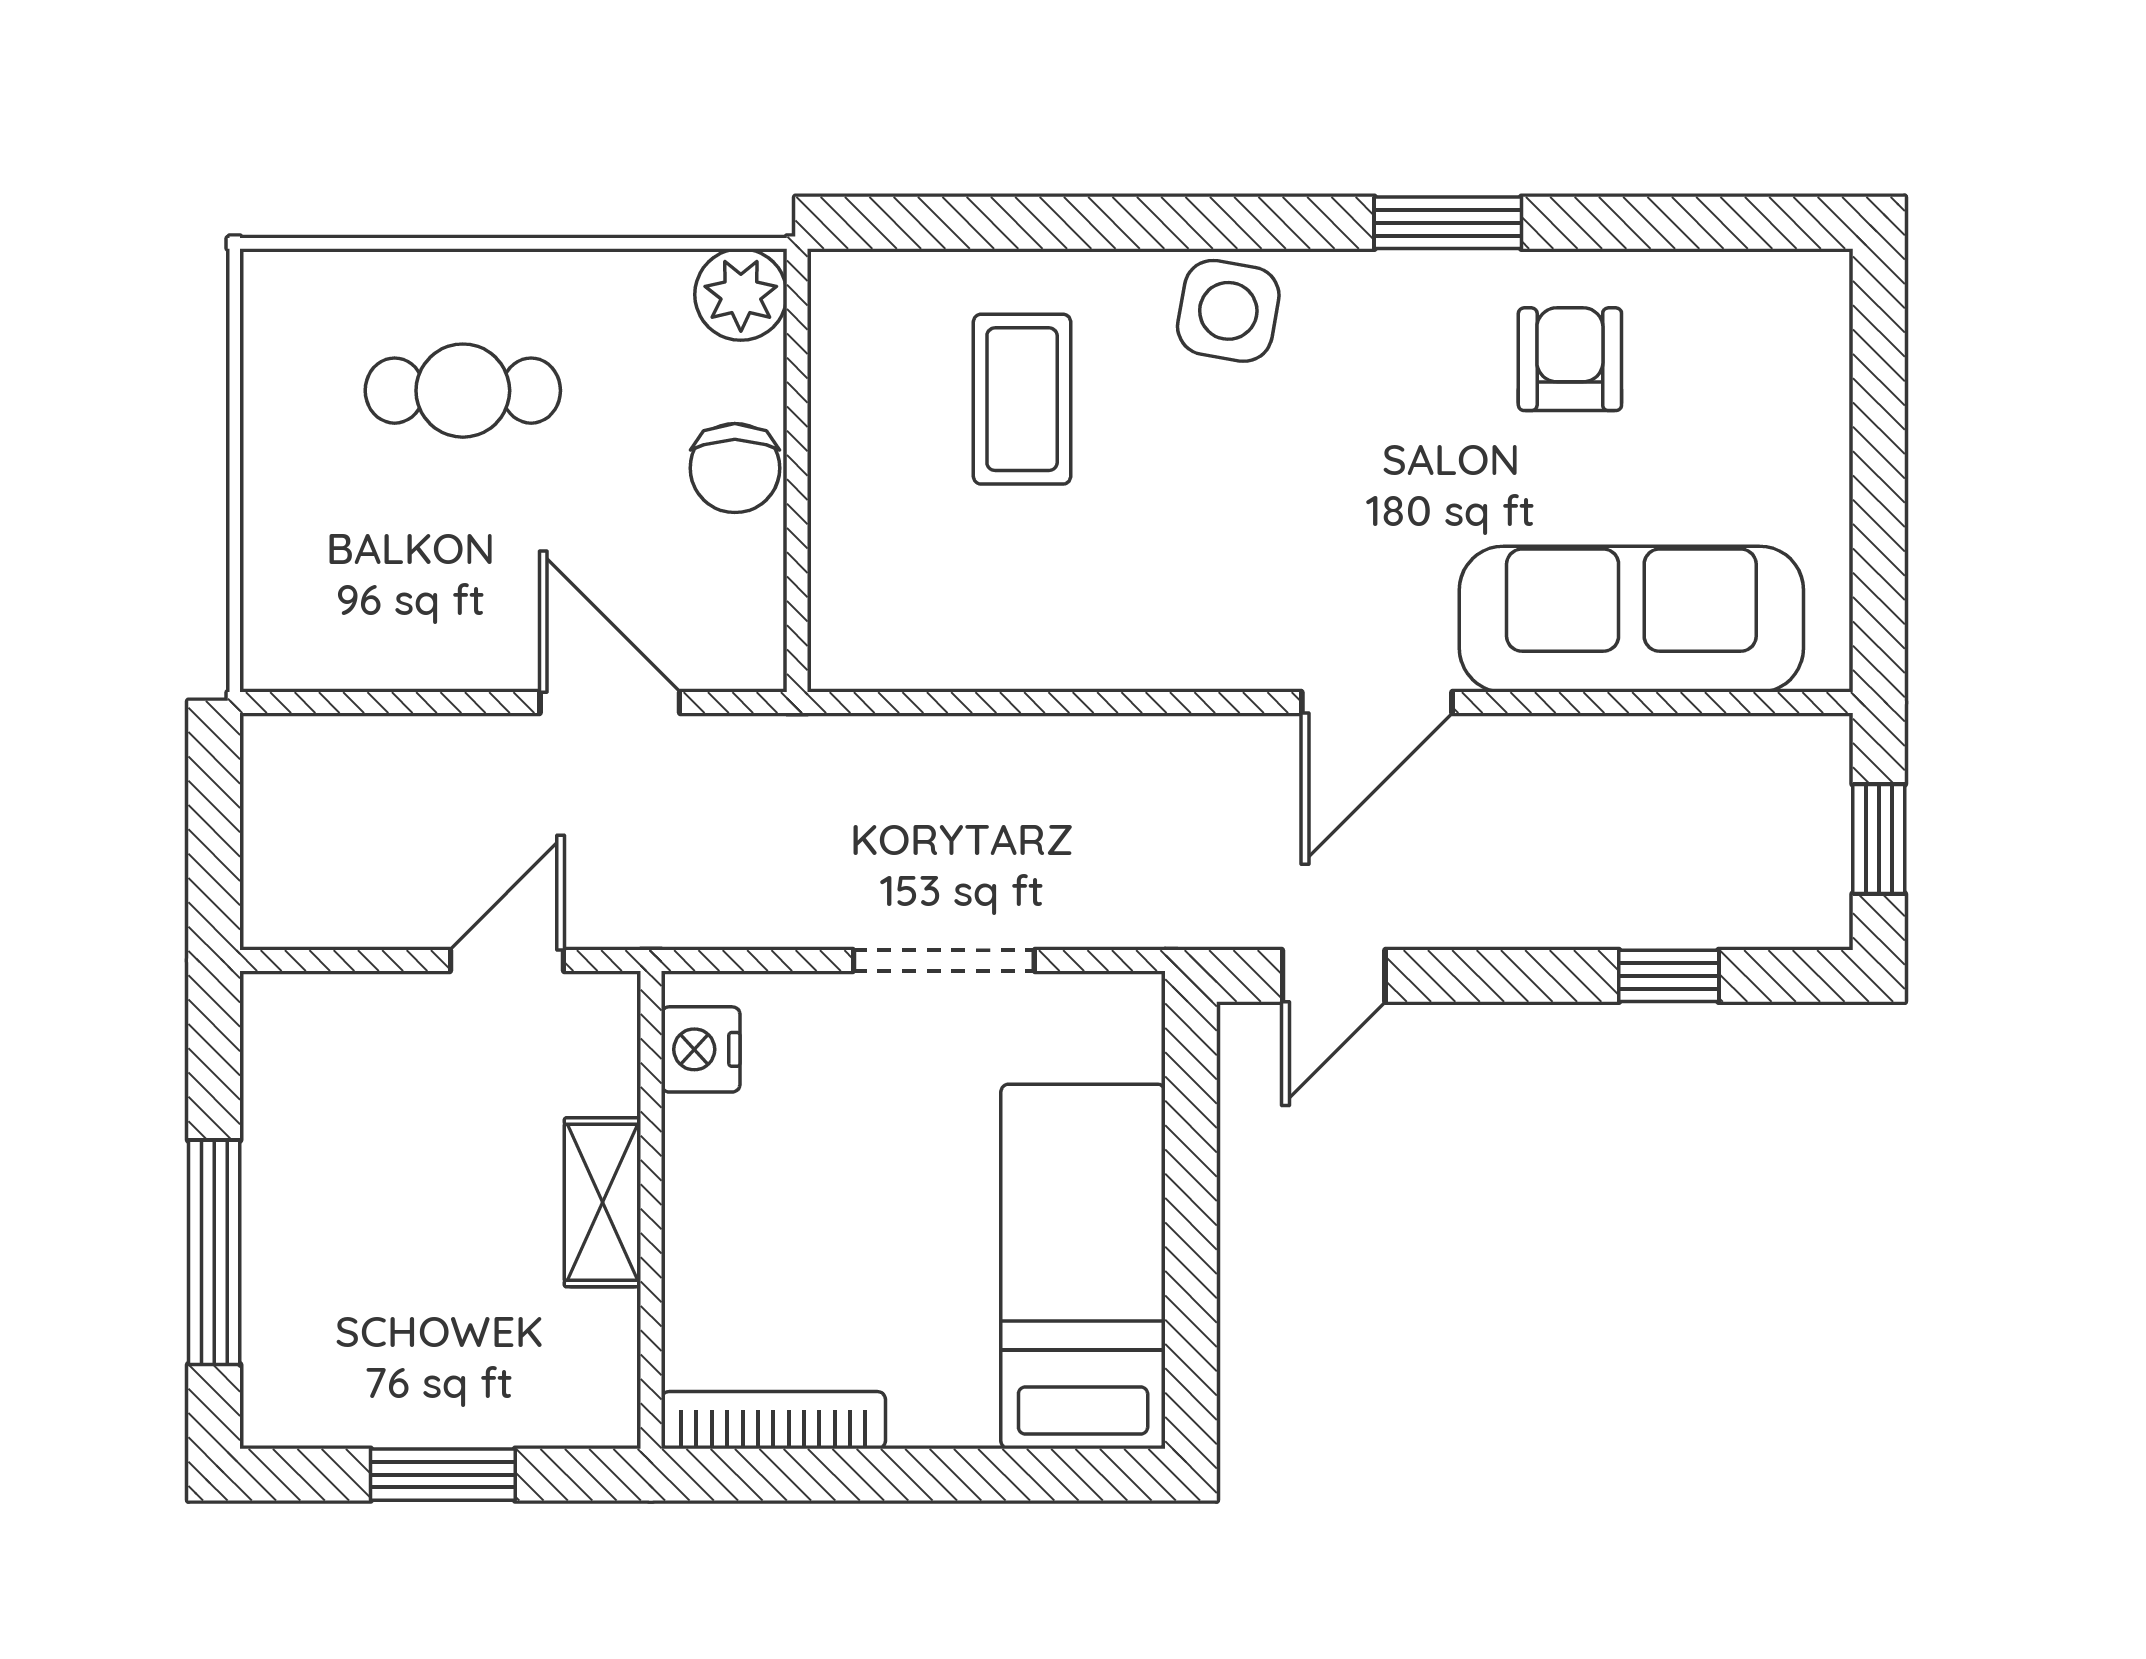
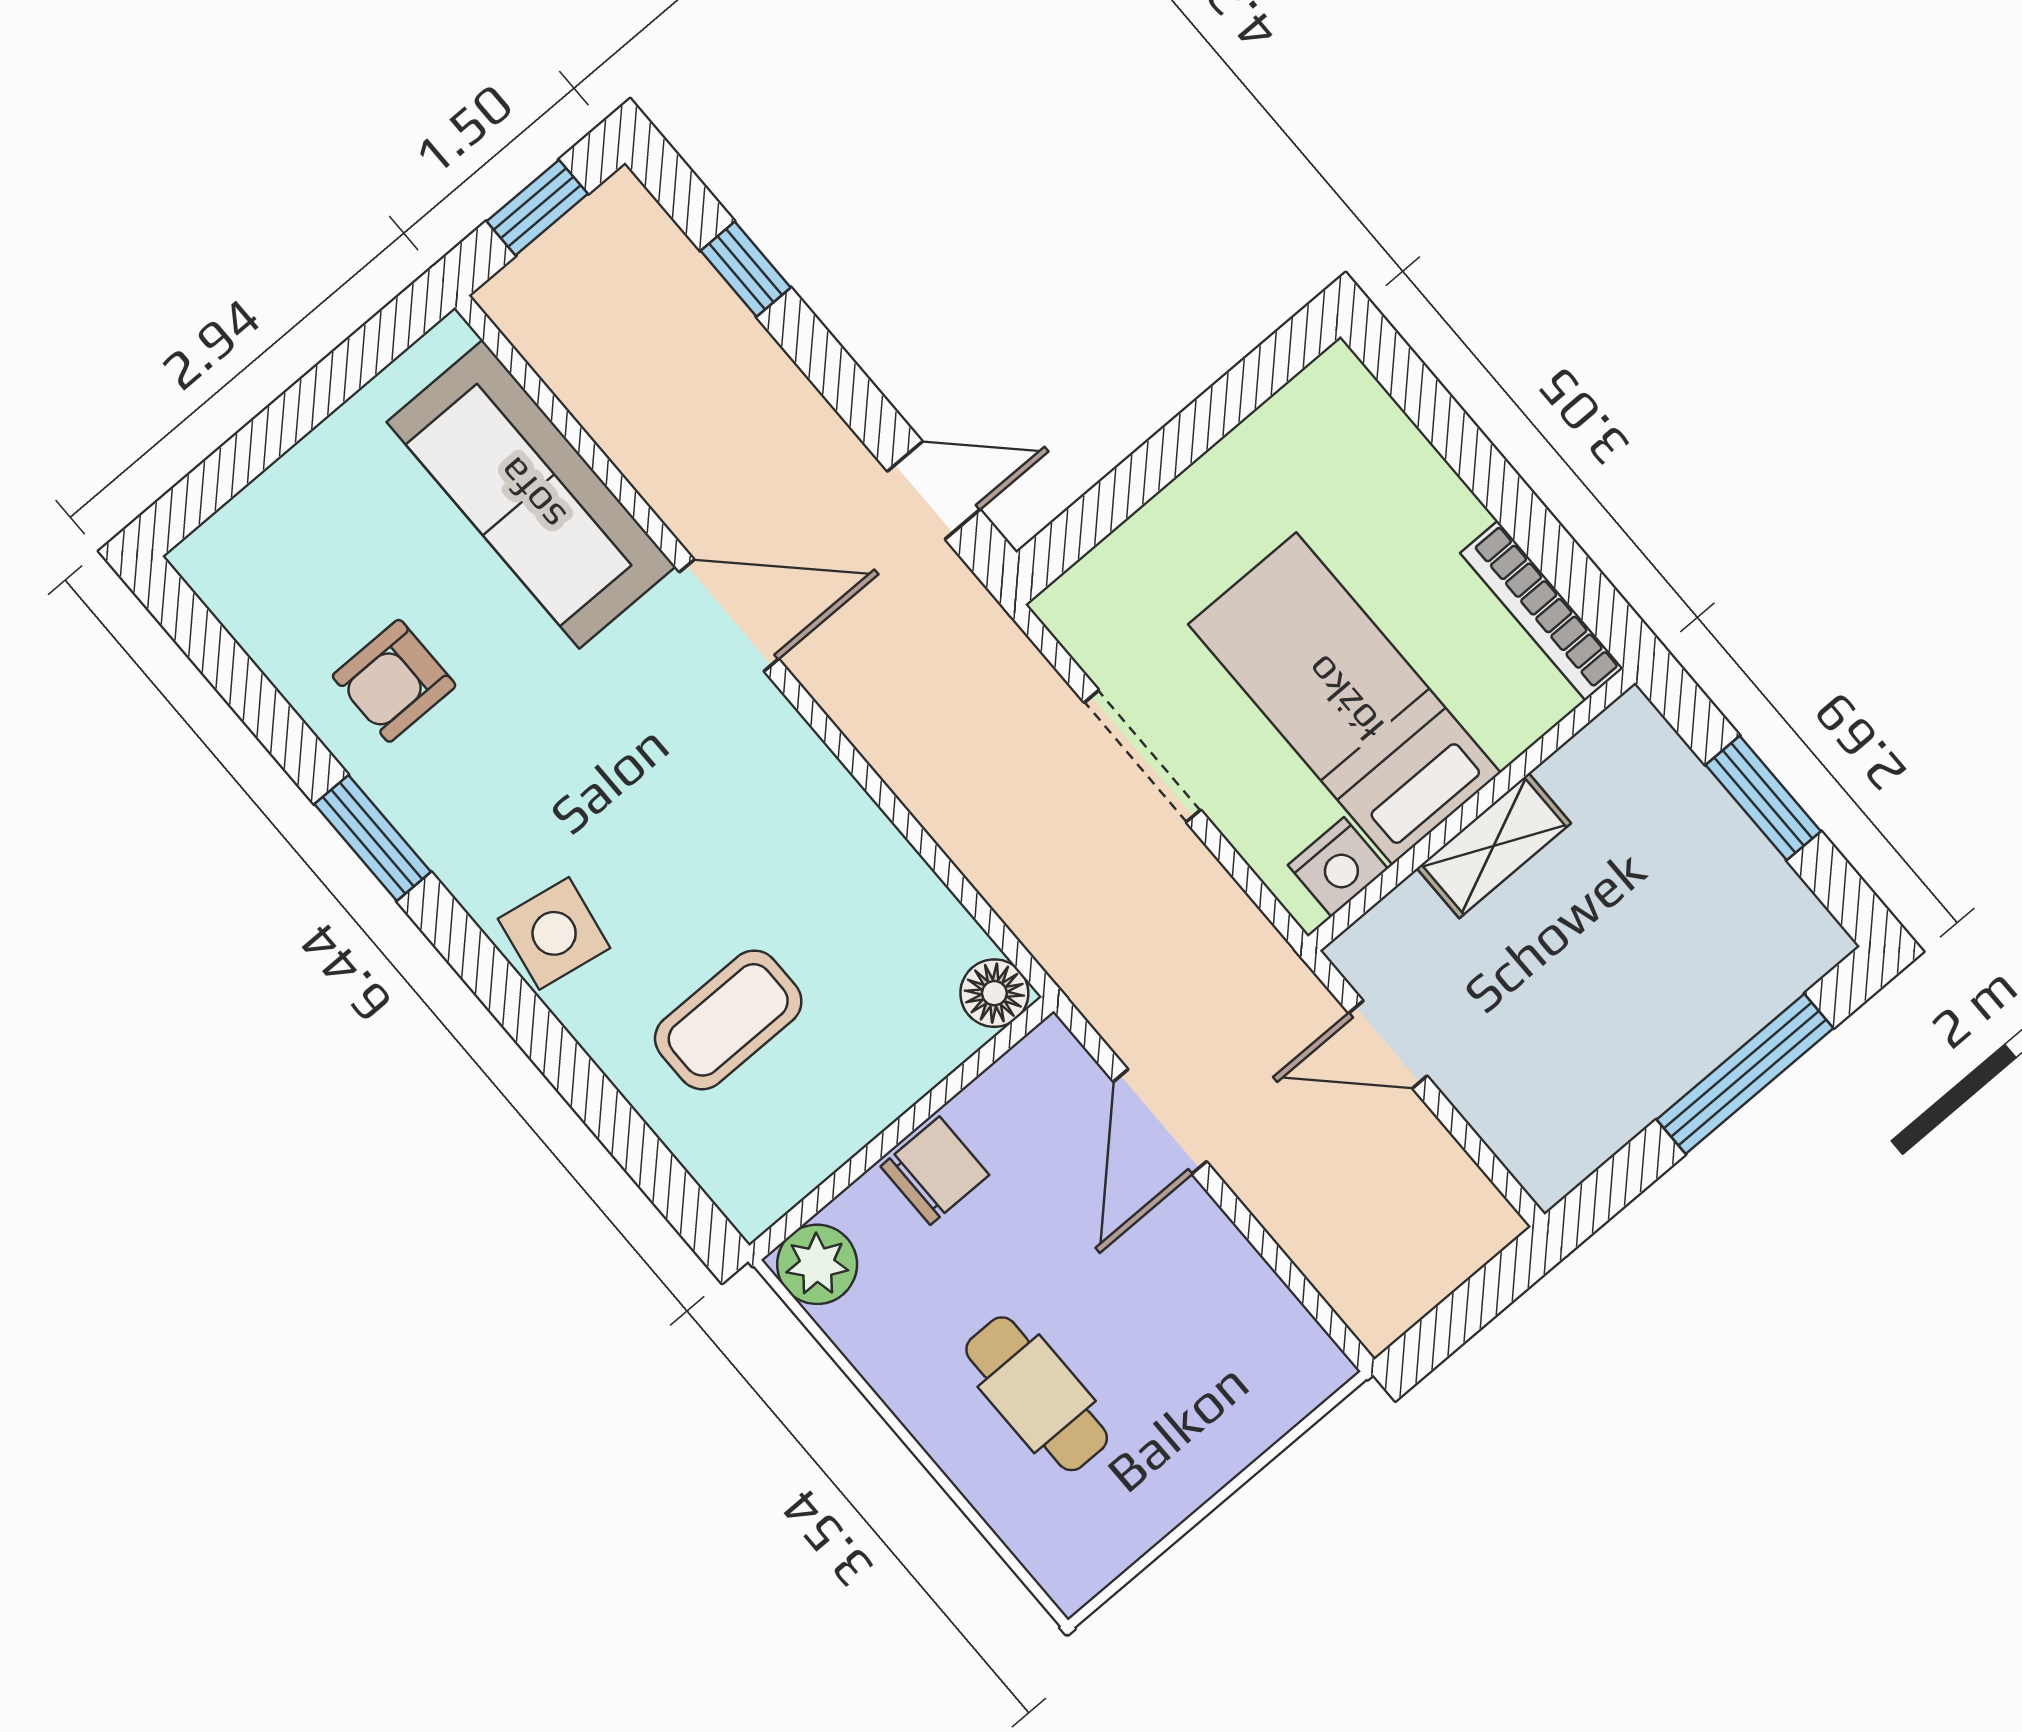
floor lamp: (846, 653) -> (994, 993), added
bed: (1083, 1266) -> (1344, 698), moved, turned 90

